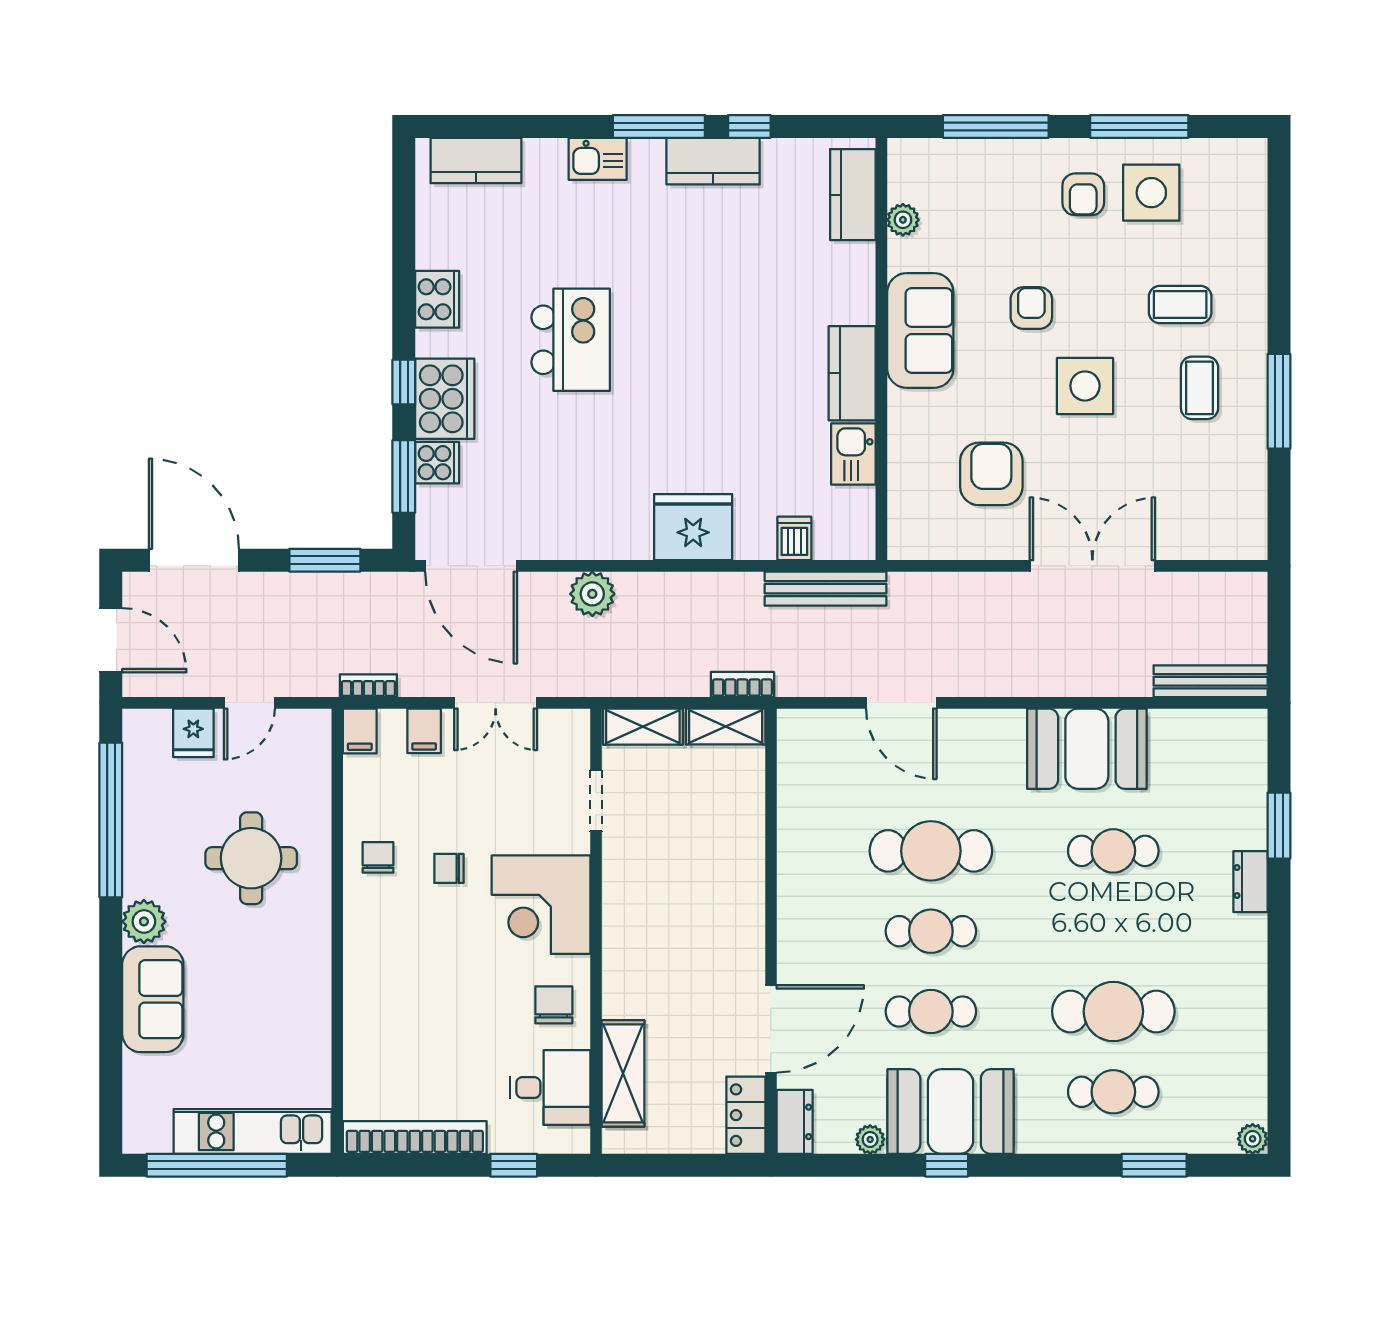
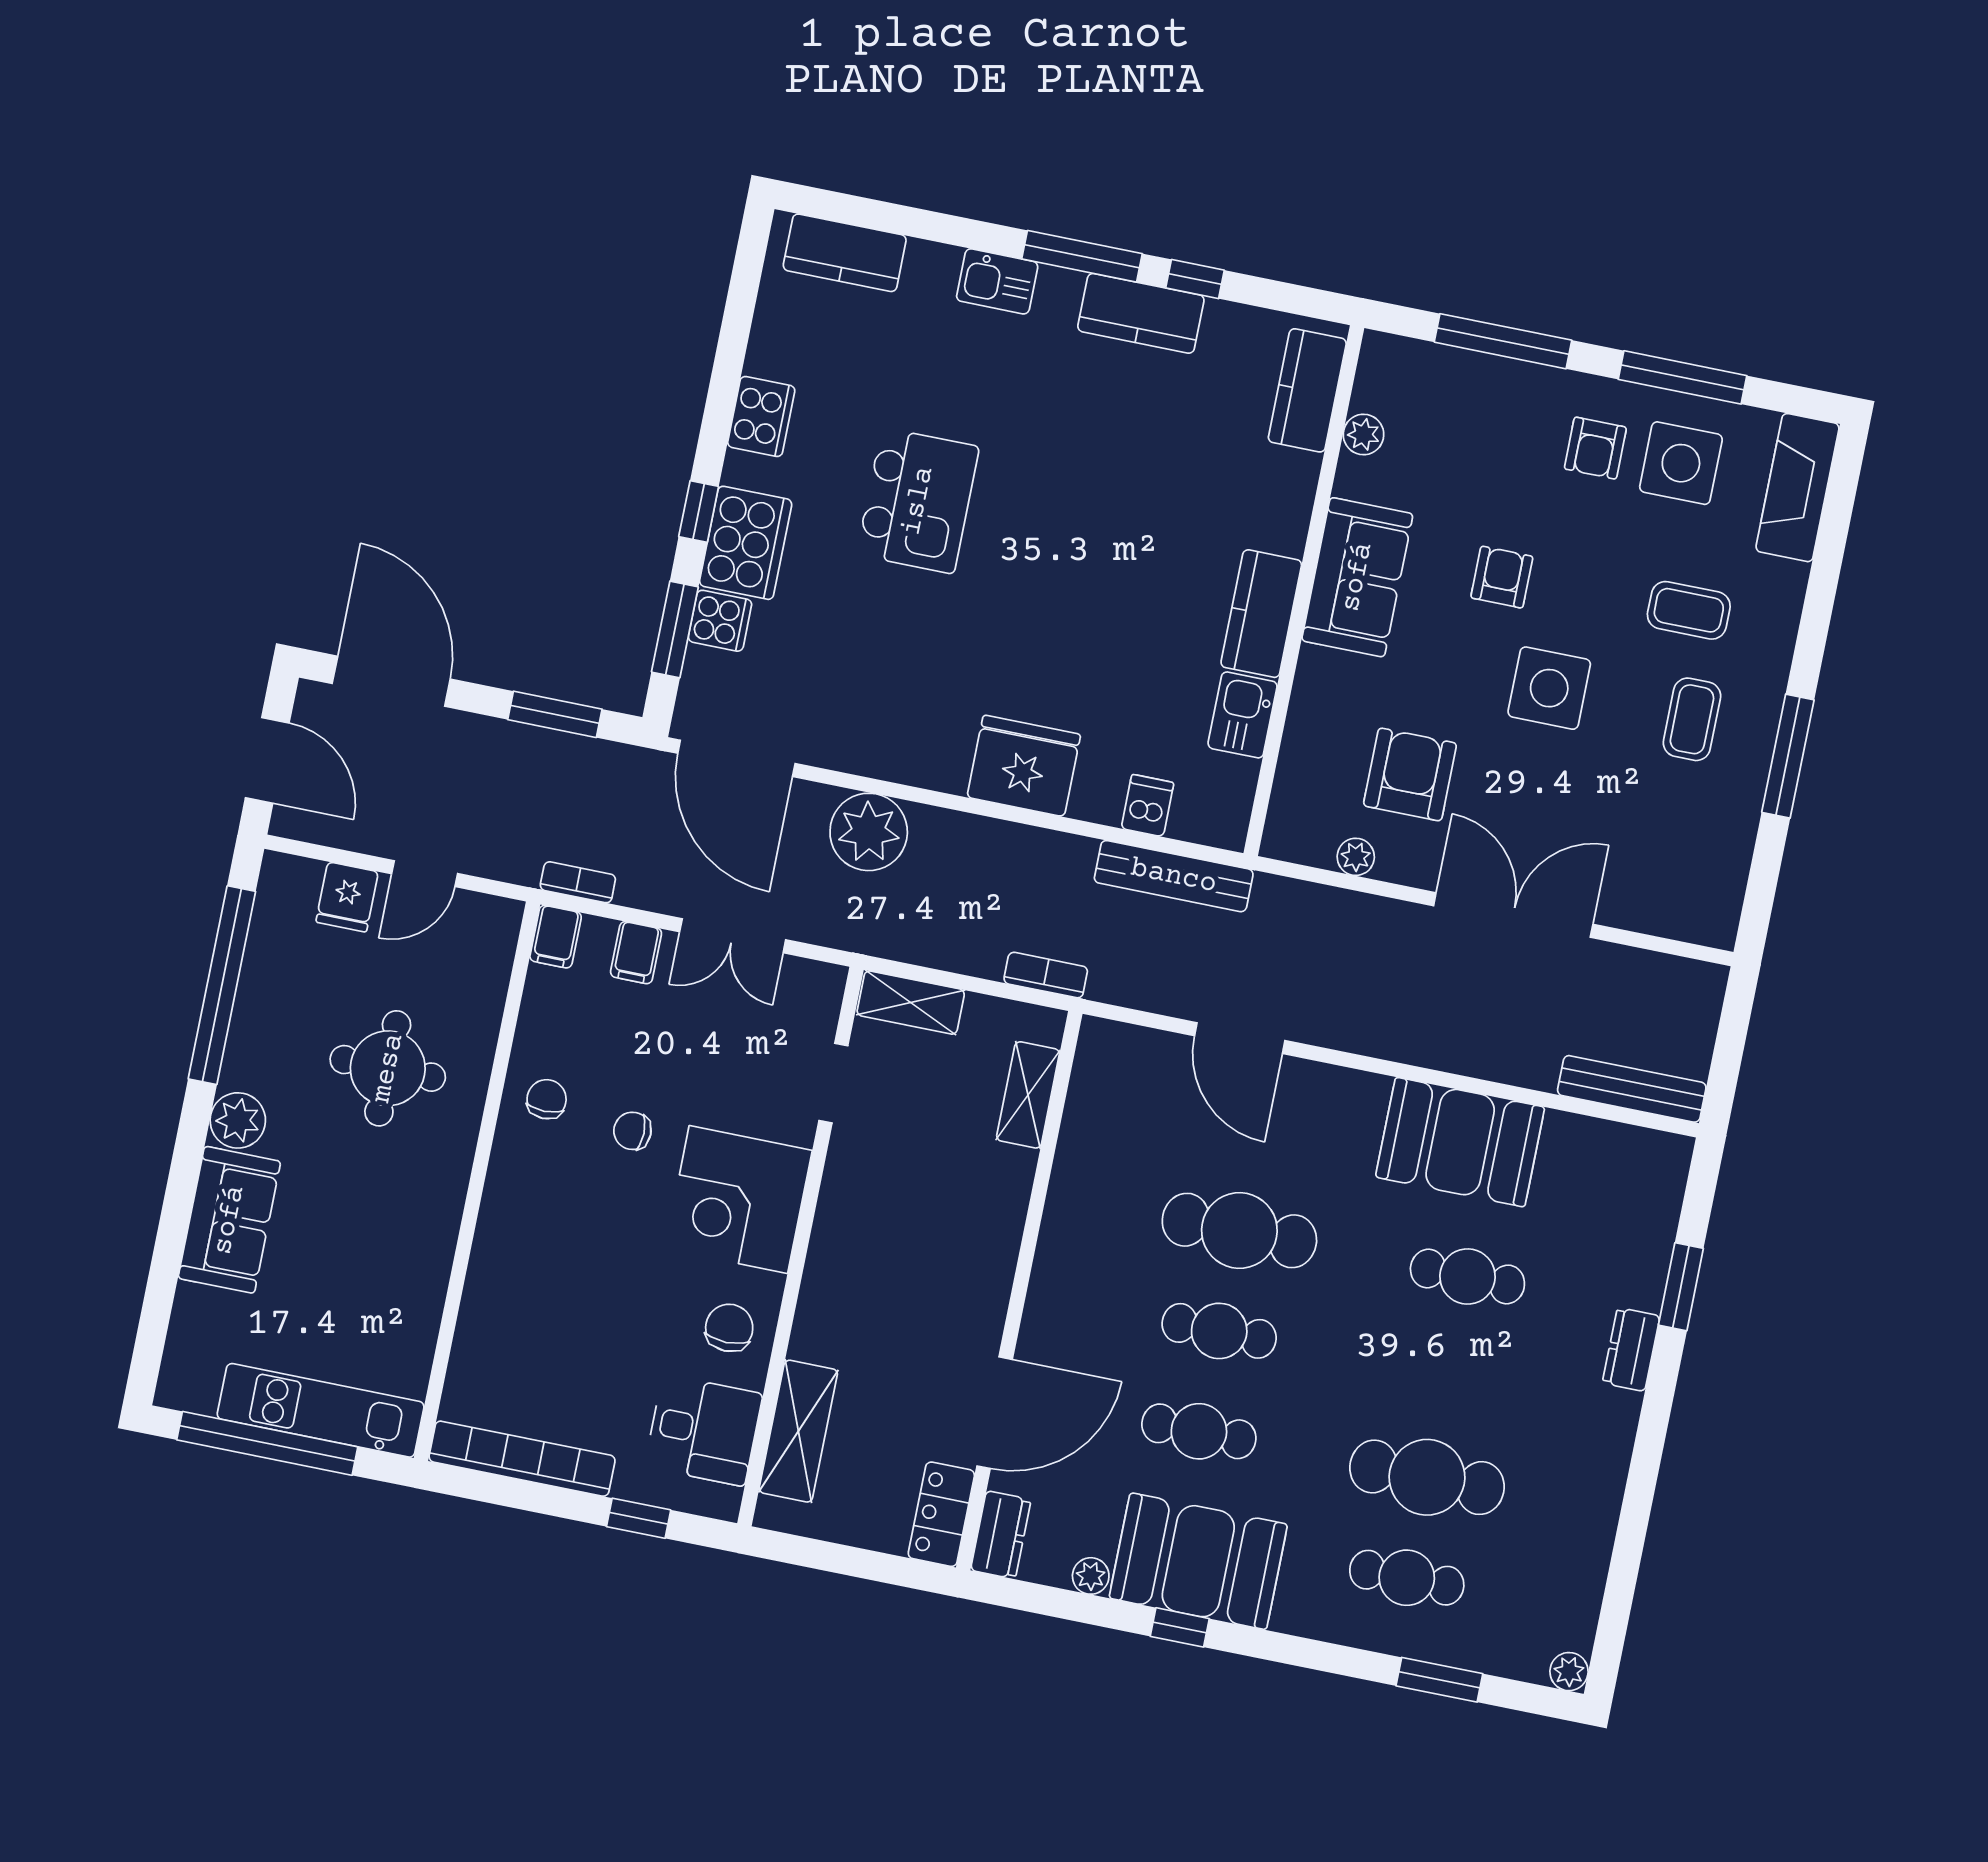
fireplace: (1245, 193) -> (1797, 488), added
plant: (962, 546) -> (1356, 857), added
plant: (592, 594) -> (869, 832), width x1.36, depth x1.36
shelving: (726, 726) -> (1028, 1095), moved, turned 90

